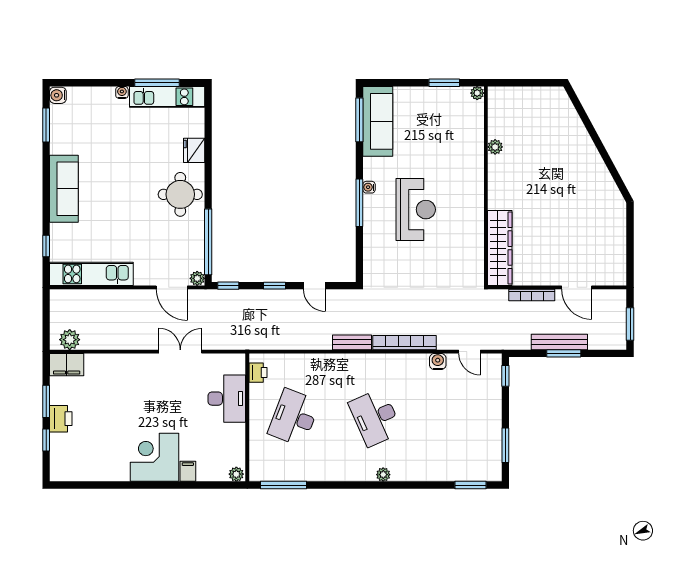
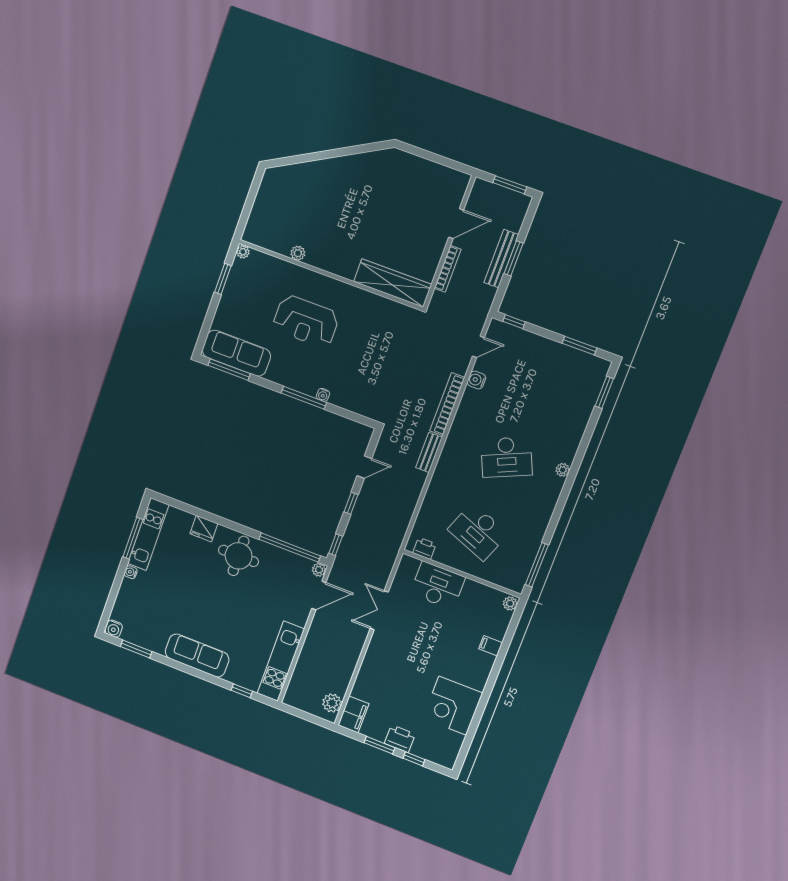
water cooler: (369, 187) -> (323, 395), moved
reception desk: (416, 210) -> (306, 321), moved, turned 180
corner desk: (155, 457) -> (453, 706), moved

